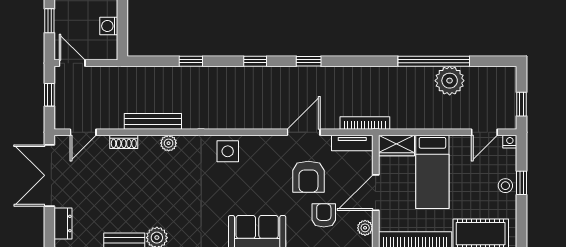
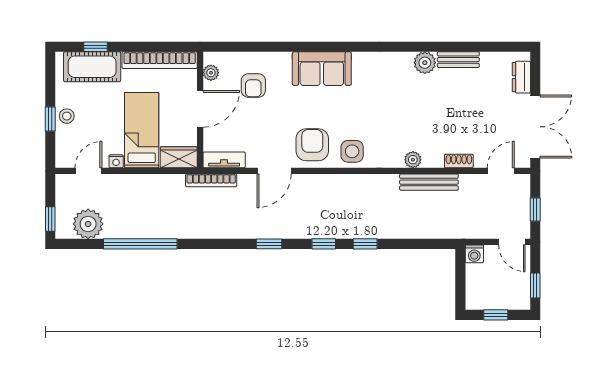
washing machine: (109, 26) -> (474, 254), moved, turned 90
window: (191, 61) -> (365, 244), moved
plant: (450, 81) -> (88, 224), moved
window: (521, 104) -> (50, 219), moved
nightstand: (510, 142) -> (116, 161), moved
armchair: (308, 177) -> (312, 145), moved

